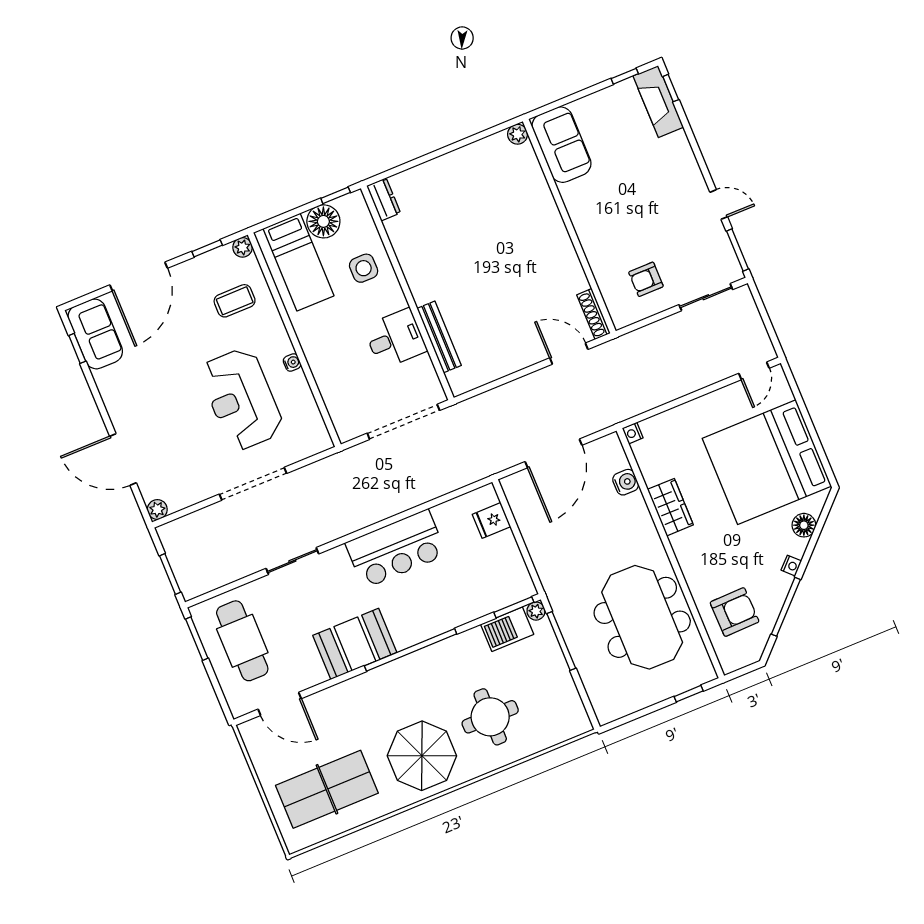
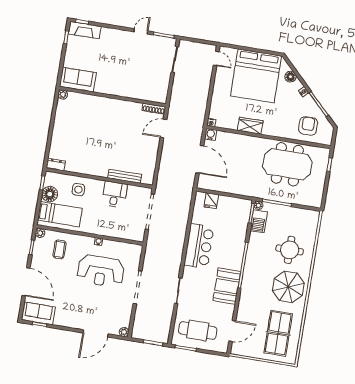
armchair: (646, 279) -> (153, 79), removed
water cooler: (626, 482) -> (211, 134), moved

